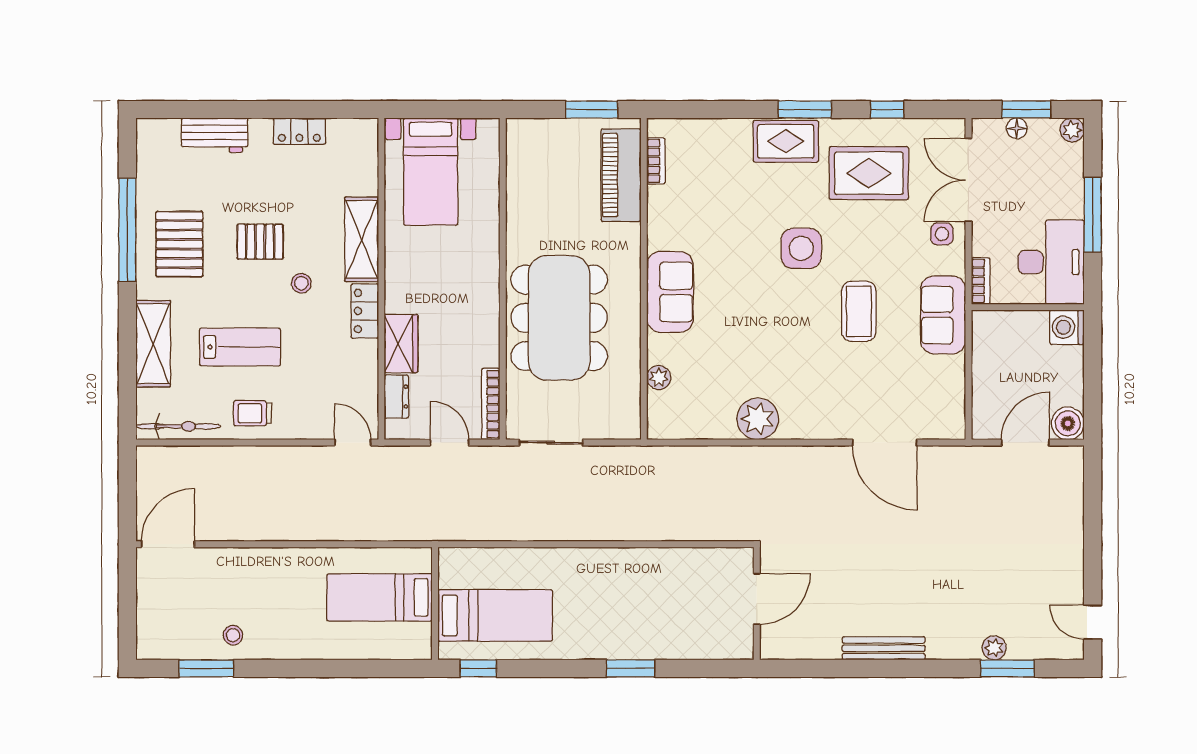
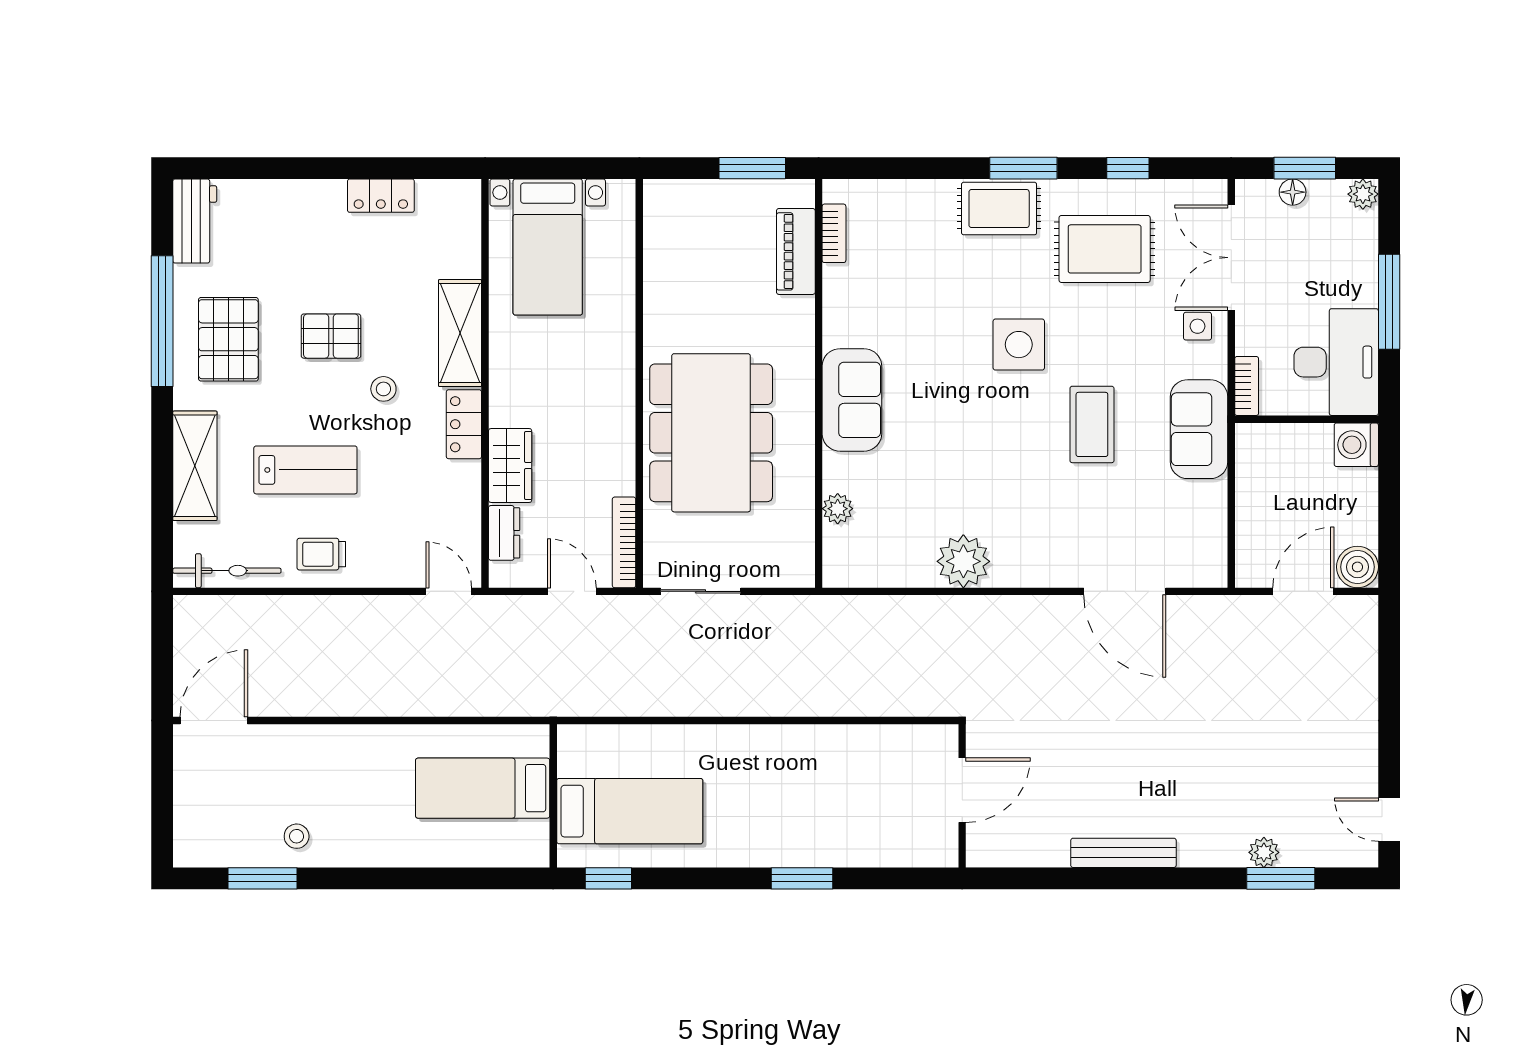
workbench: (215, 135) -> (195, 221), moved, turned -90
piano: (621, 175) -> (796, 251), width x0.73, depth x0.75

